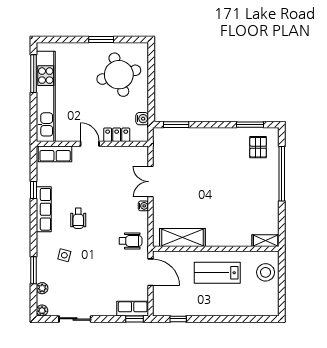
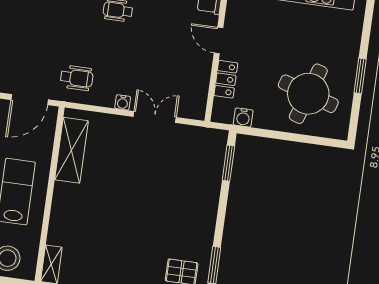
round table: (119, 75) -> (308, 94), turned 33
door: (90, 144) -> (218, 40), swing flipped
wheelchair: (130, 241) -> (77, 78), turned -90

